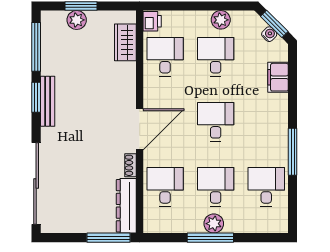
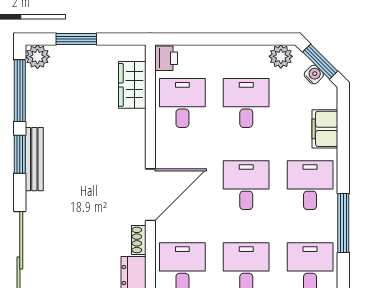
plant: (77, 20) -> (37, 57), moved
plant: (221, 20) -> (281, 56), moved
desk: (266, 122) -> (310, 185), added

